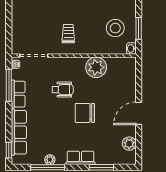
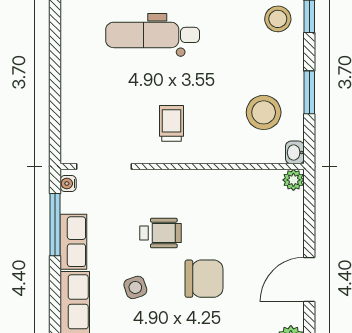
window: (139, 28) -> (309, 92), moved
plant: (96, 67) -> (293, 180), moved, width x0.53, depth x0.53
chair: (85, 113) -> (204, 279), turned 180
side table: (50, 117) -> (135, 287), added

